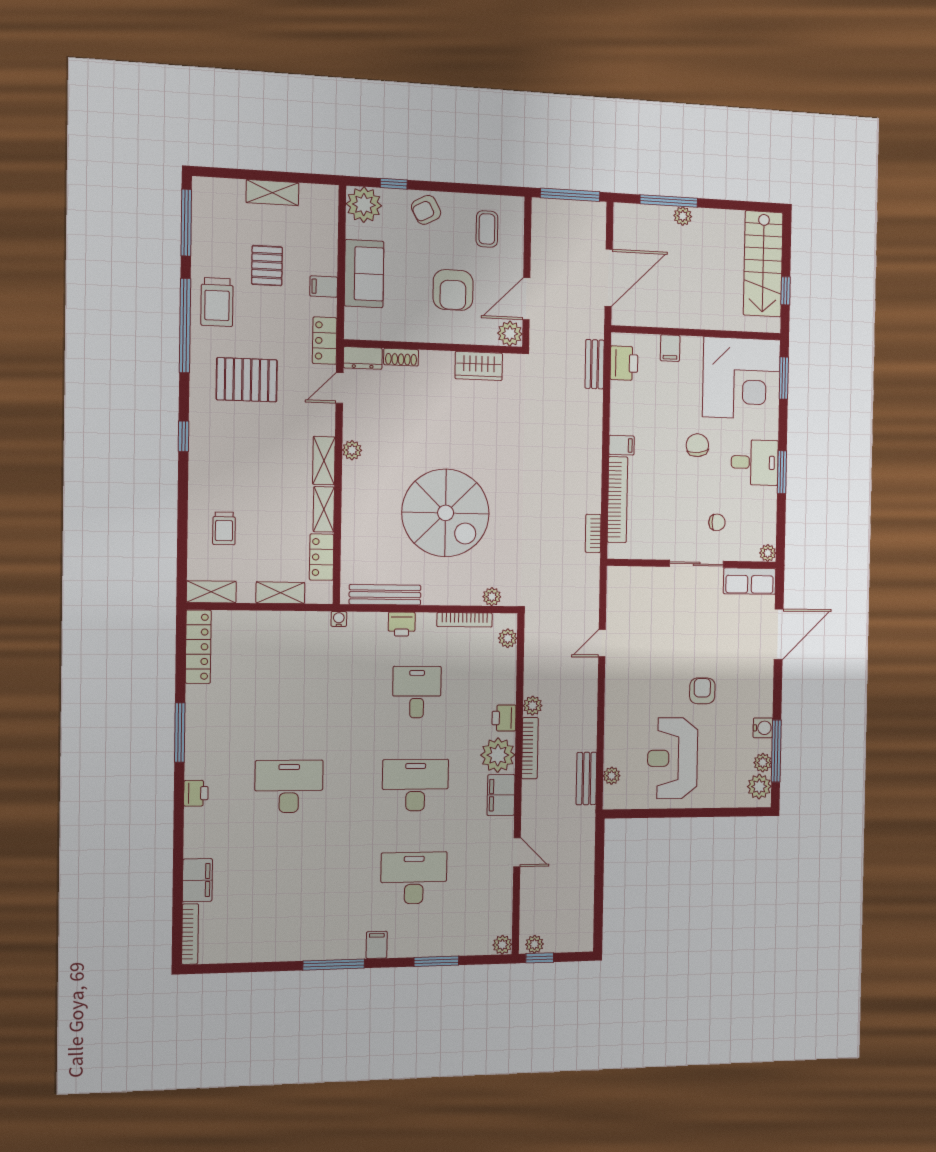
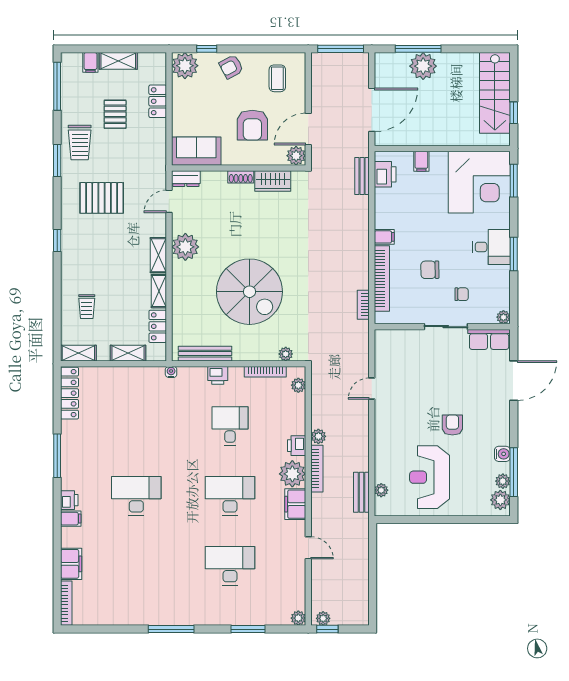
plant: (683, 216) -> (423, 66), width x1.88, depth x1.88
sofa: (364, 274) -> (196, 151), moved, turned -90
filing cabinet: (324, 287) -> (90, 62), moved, turned -90
window: (185, 326) -> (57, 160), width x0.47
locker: (325, 341) -> (158, 101), moved
shoe rack: (401, 357) -> (241, 177), moved
chair: (697, 445) -> (430, 270), moved, turned -85
plant: (352, 450) -> (185, 247), width x1.87, depth x1.87
filing cabinet: (377, 945) -> (71, 519), moved, turned 90

